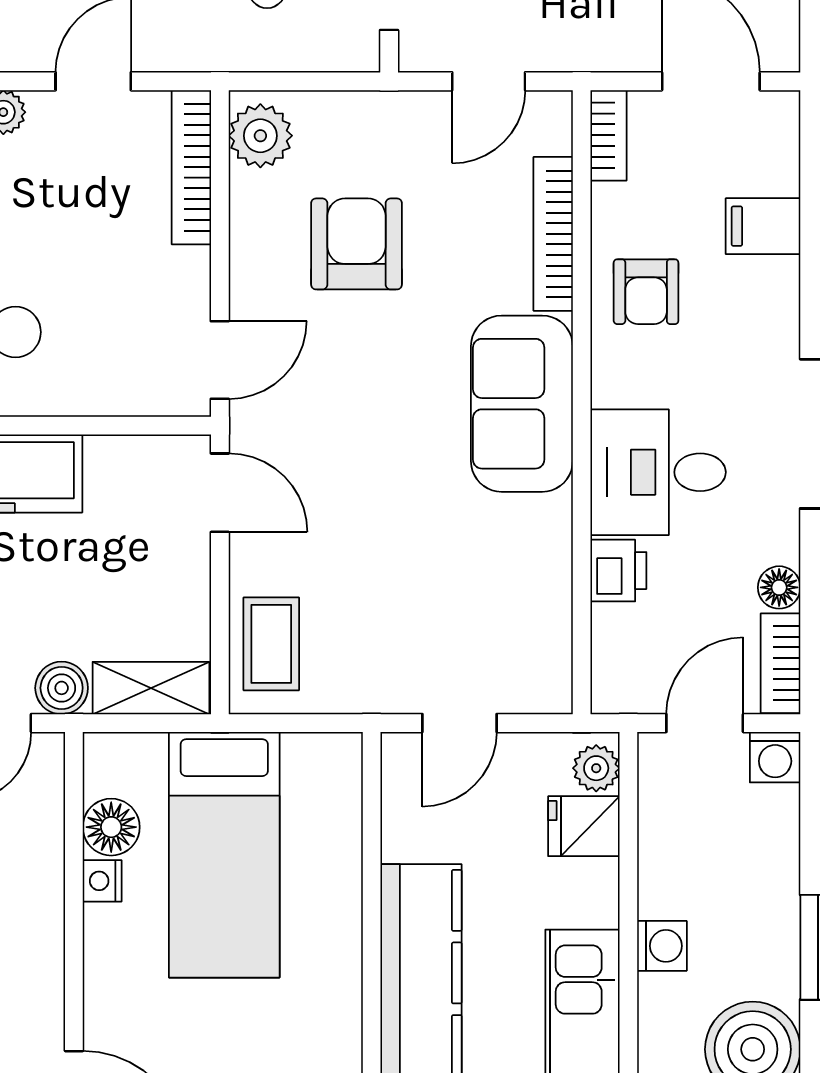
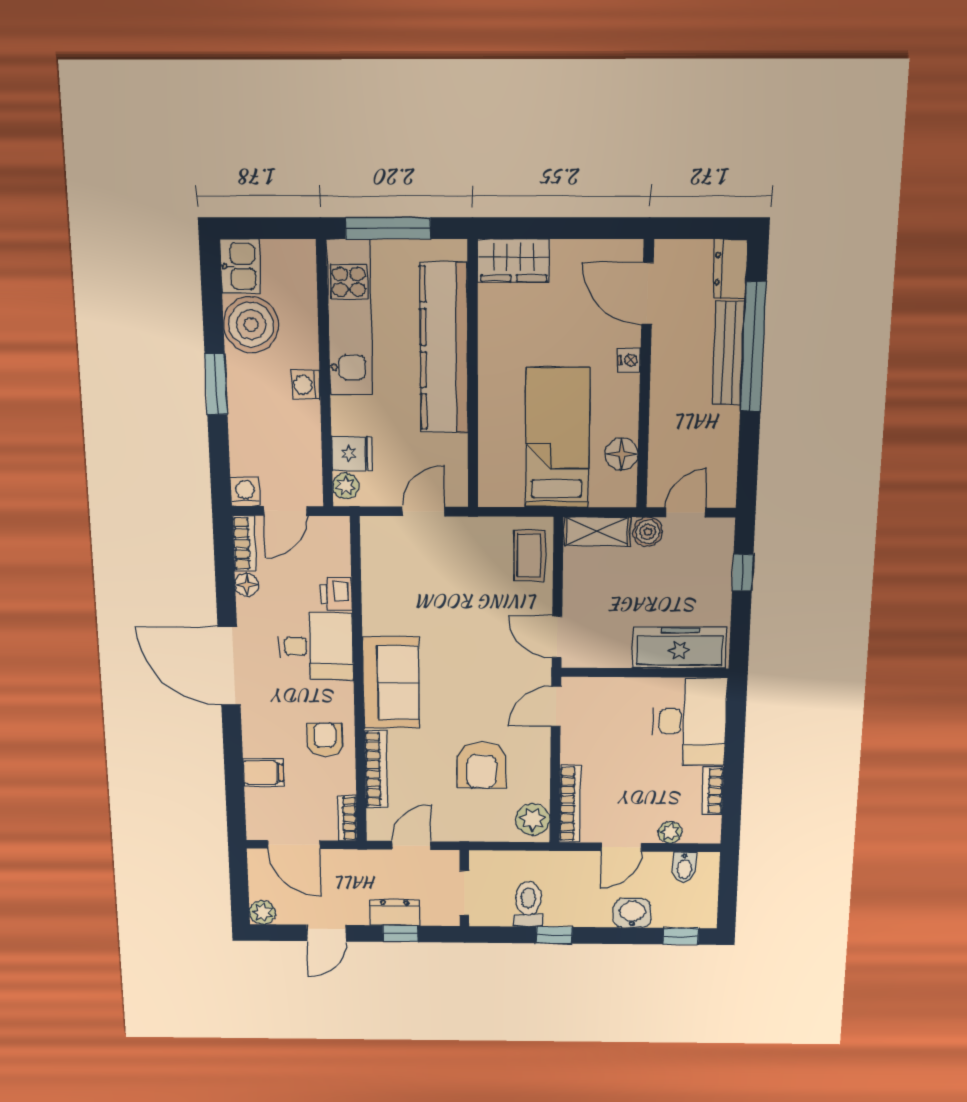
nightstand: (102, 881) -> (629, 360), moved

